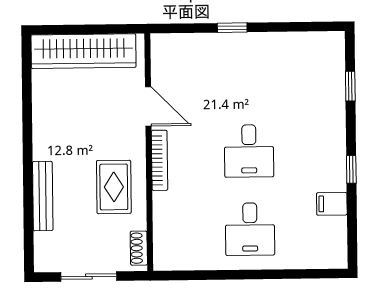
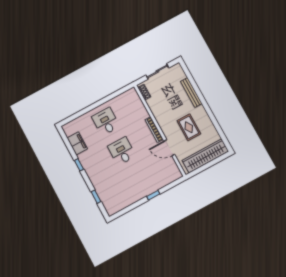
rug: (114, 187) -> (189, 127), moved
filing cabinet: (332, 204) -> (77, 143), width x2.00

